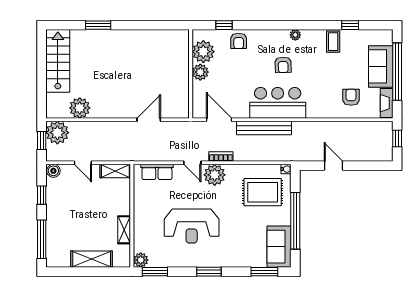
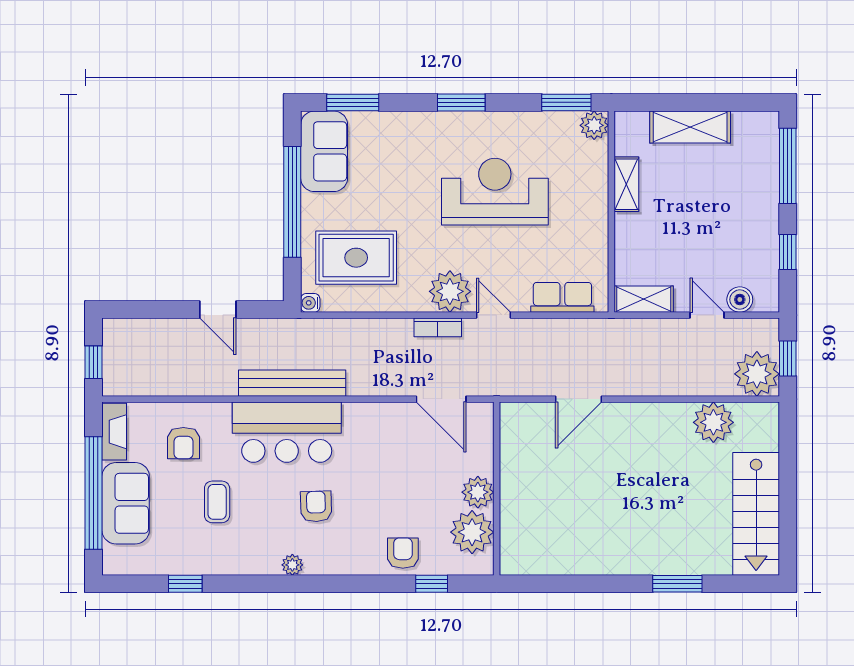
coffee table: (333, 42) -> (217, 502), moved
bar counter: (278, 103) -> (287, 432), moved
bench: (264, 128) -> (292, 383), moved
boiler: (53, 171) -> (740, 300), moved

